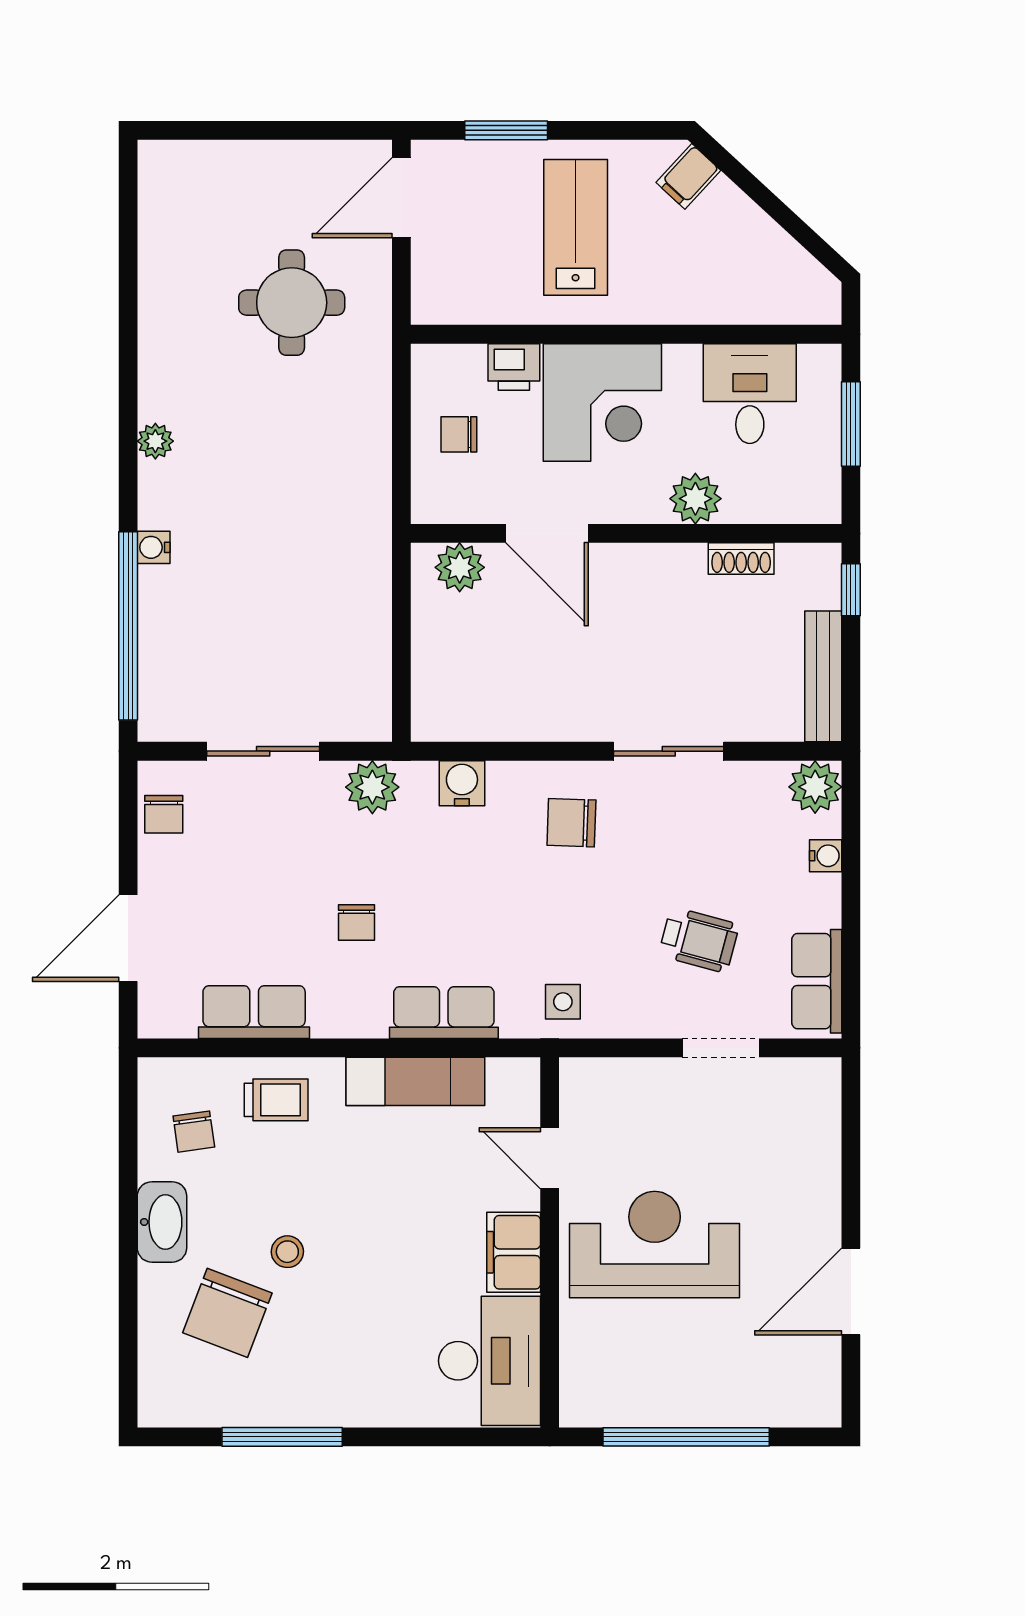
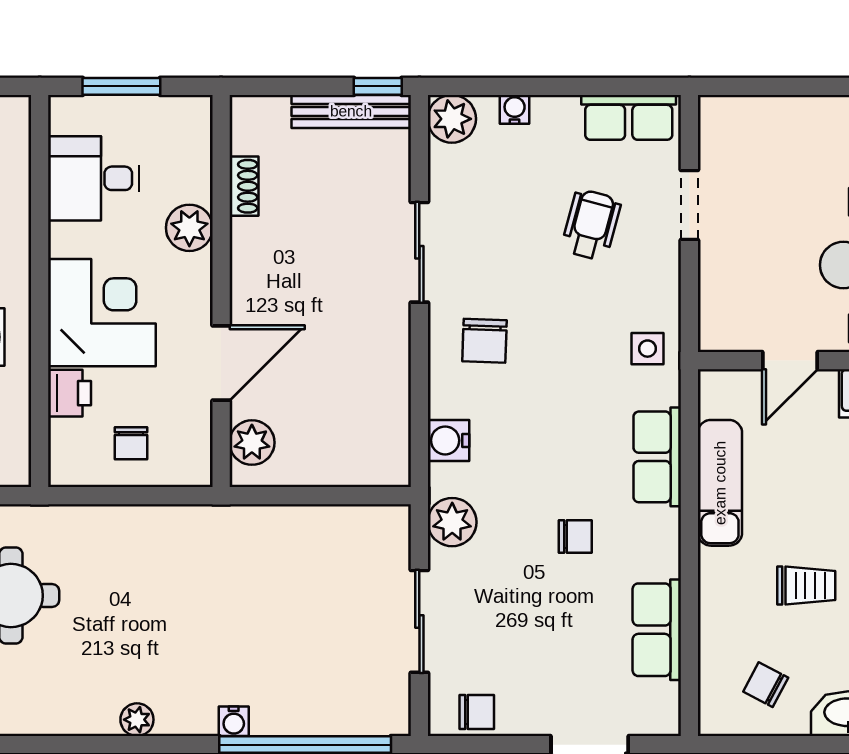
window: (851, 590) -> (378, 86), moved
trolley: (276, 1100) -> (806, 586), moved, turned 90
chair: (194, 1132) -> (766, 685), turned -144

